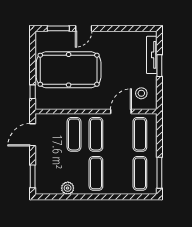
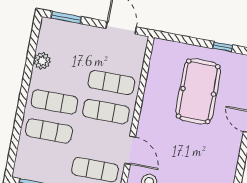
pool table: (69, 70) -> (198, 91), width x0.73, depth x0.76
window: (33, 92) -> (223, 47), moved
exercise mat: (140, 173) -> (49, 131), moved

